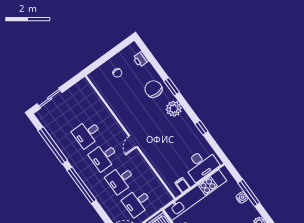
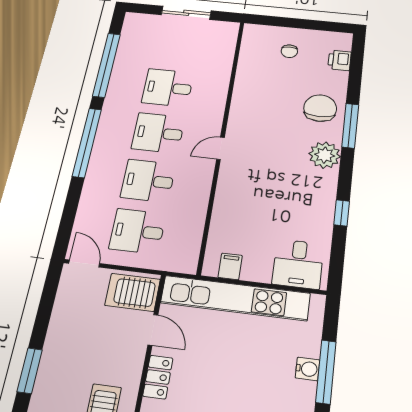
window: (172, 87) -> (350, 126), width x1.44
sliding door: (50, 98) -> (186, 13), moved
desk: (201, 165) -> (298, 264), width x0.73

